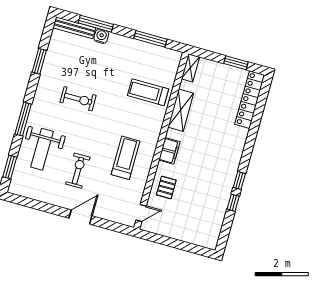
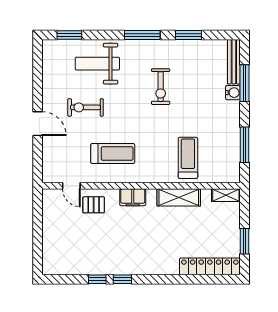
window: (23, 119) -> (142, 35), moved
exercise bike: (78, 171) -> (85, 107), turned 180
door: (141, 213) -> (71, 186), moved

